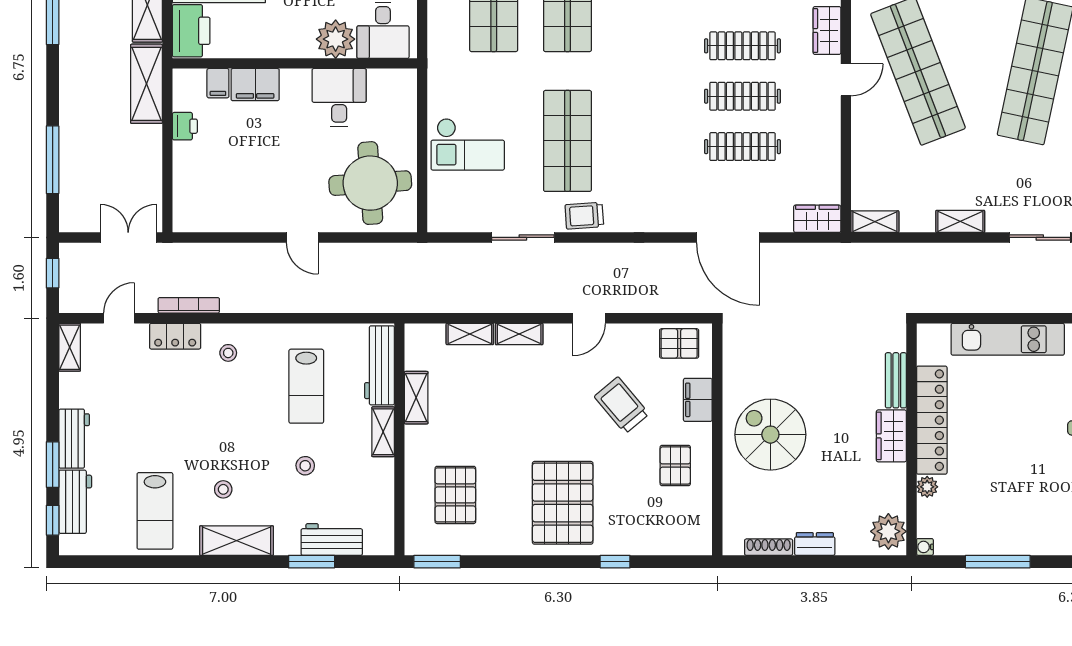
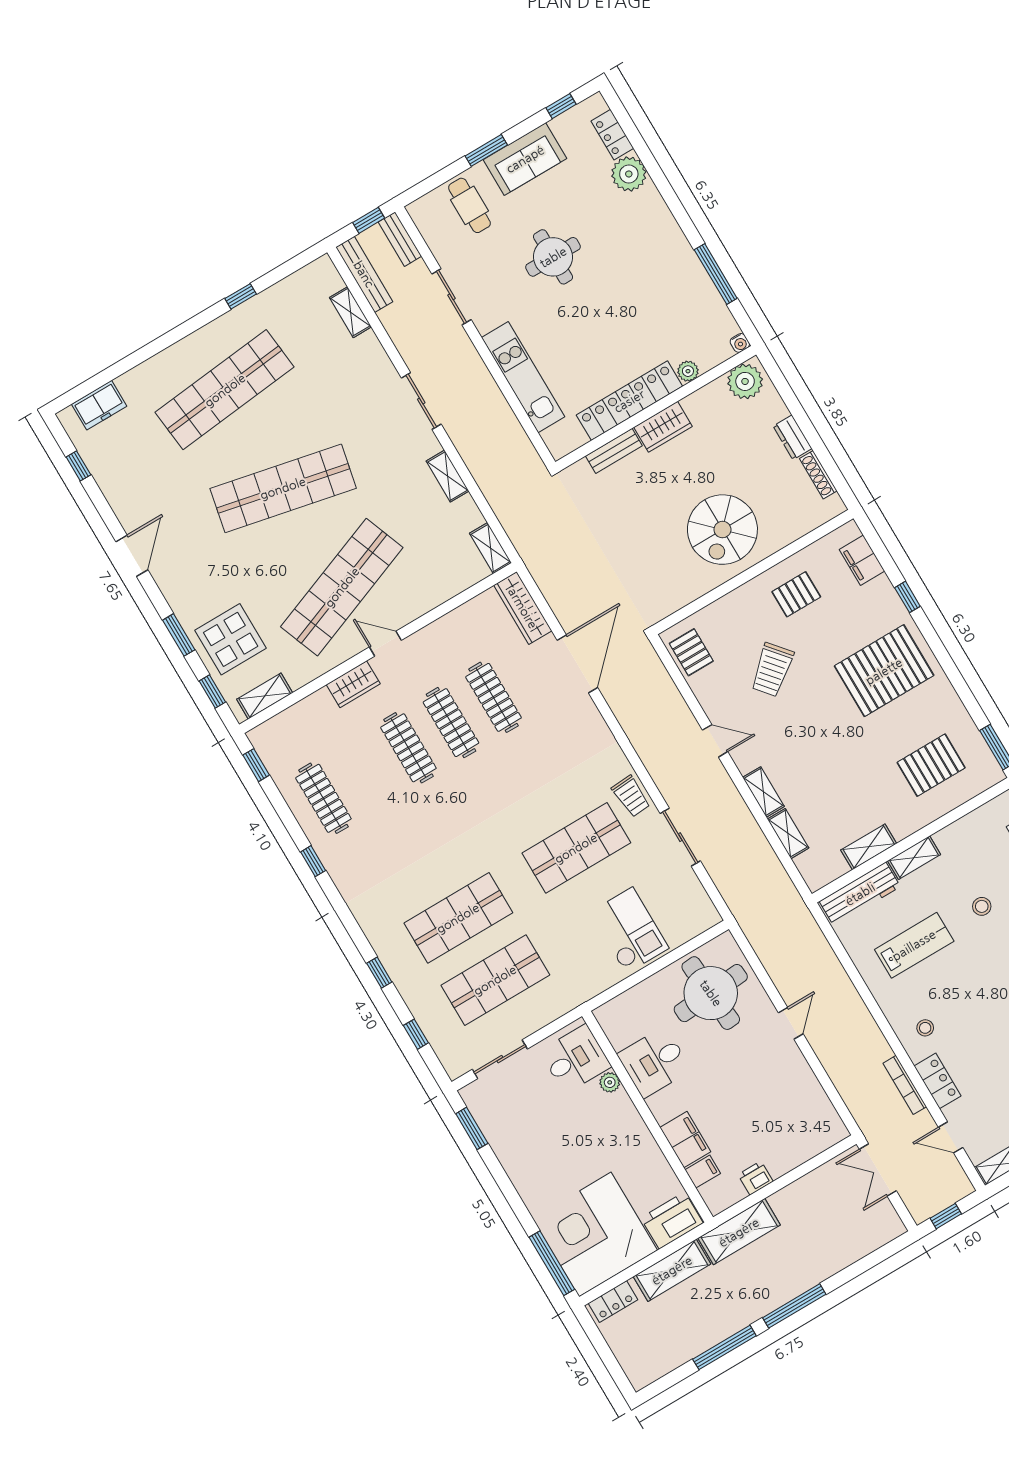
plant: (336, 39) -> (610, 1082), width x0.53, depth x0.53
window: (53, 160) -> (794, 1306), moved
wardrobe: (817, 219) -> (523, 608), width x1.50
filing cabinet: (698, 400) -> (862, 560), moved, turned 90

